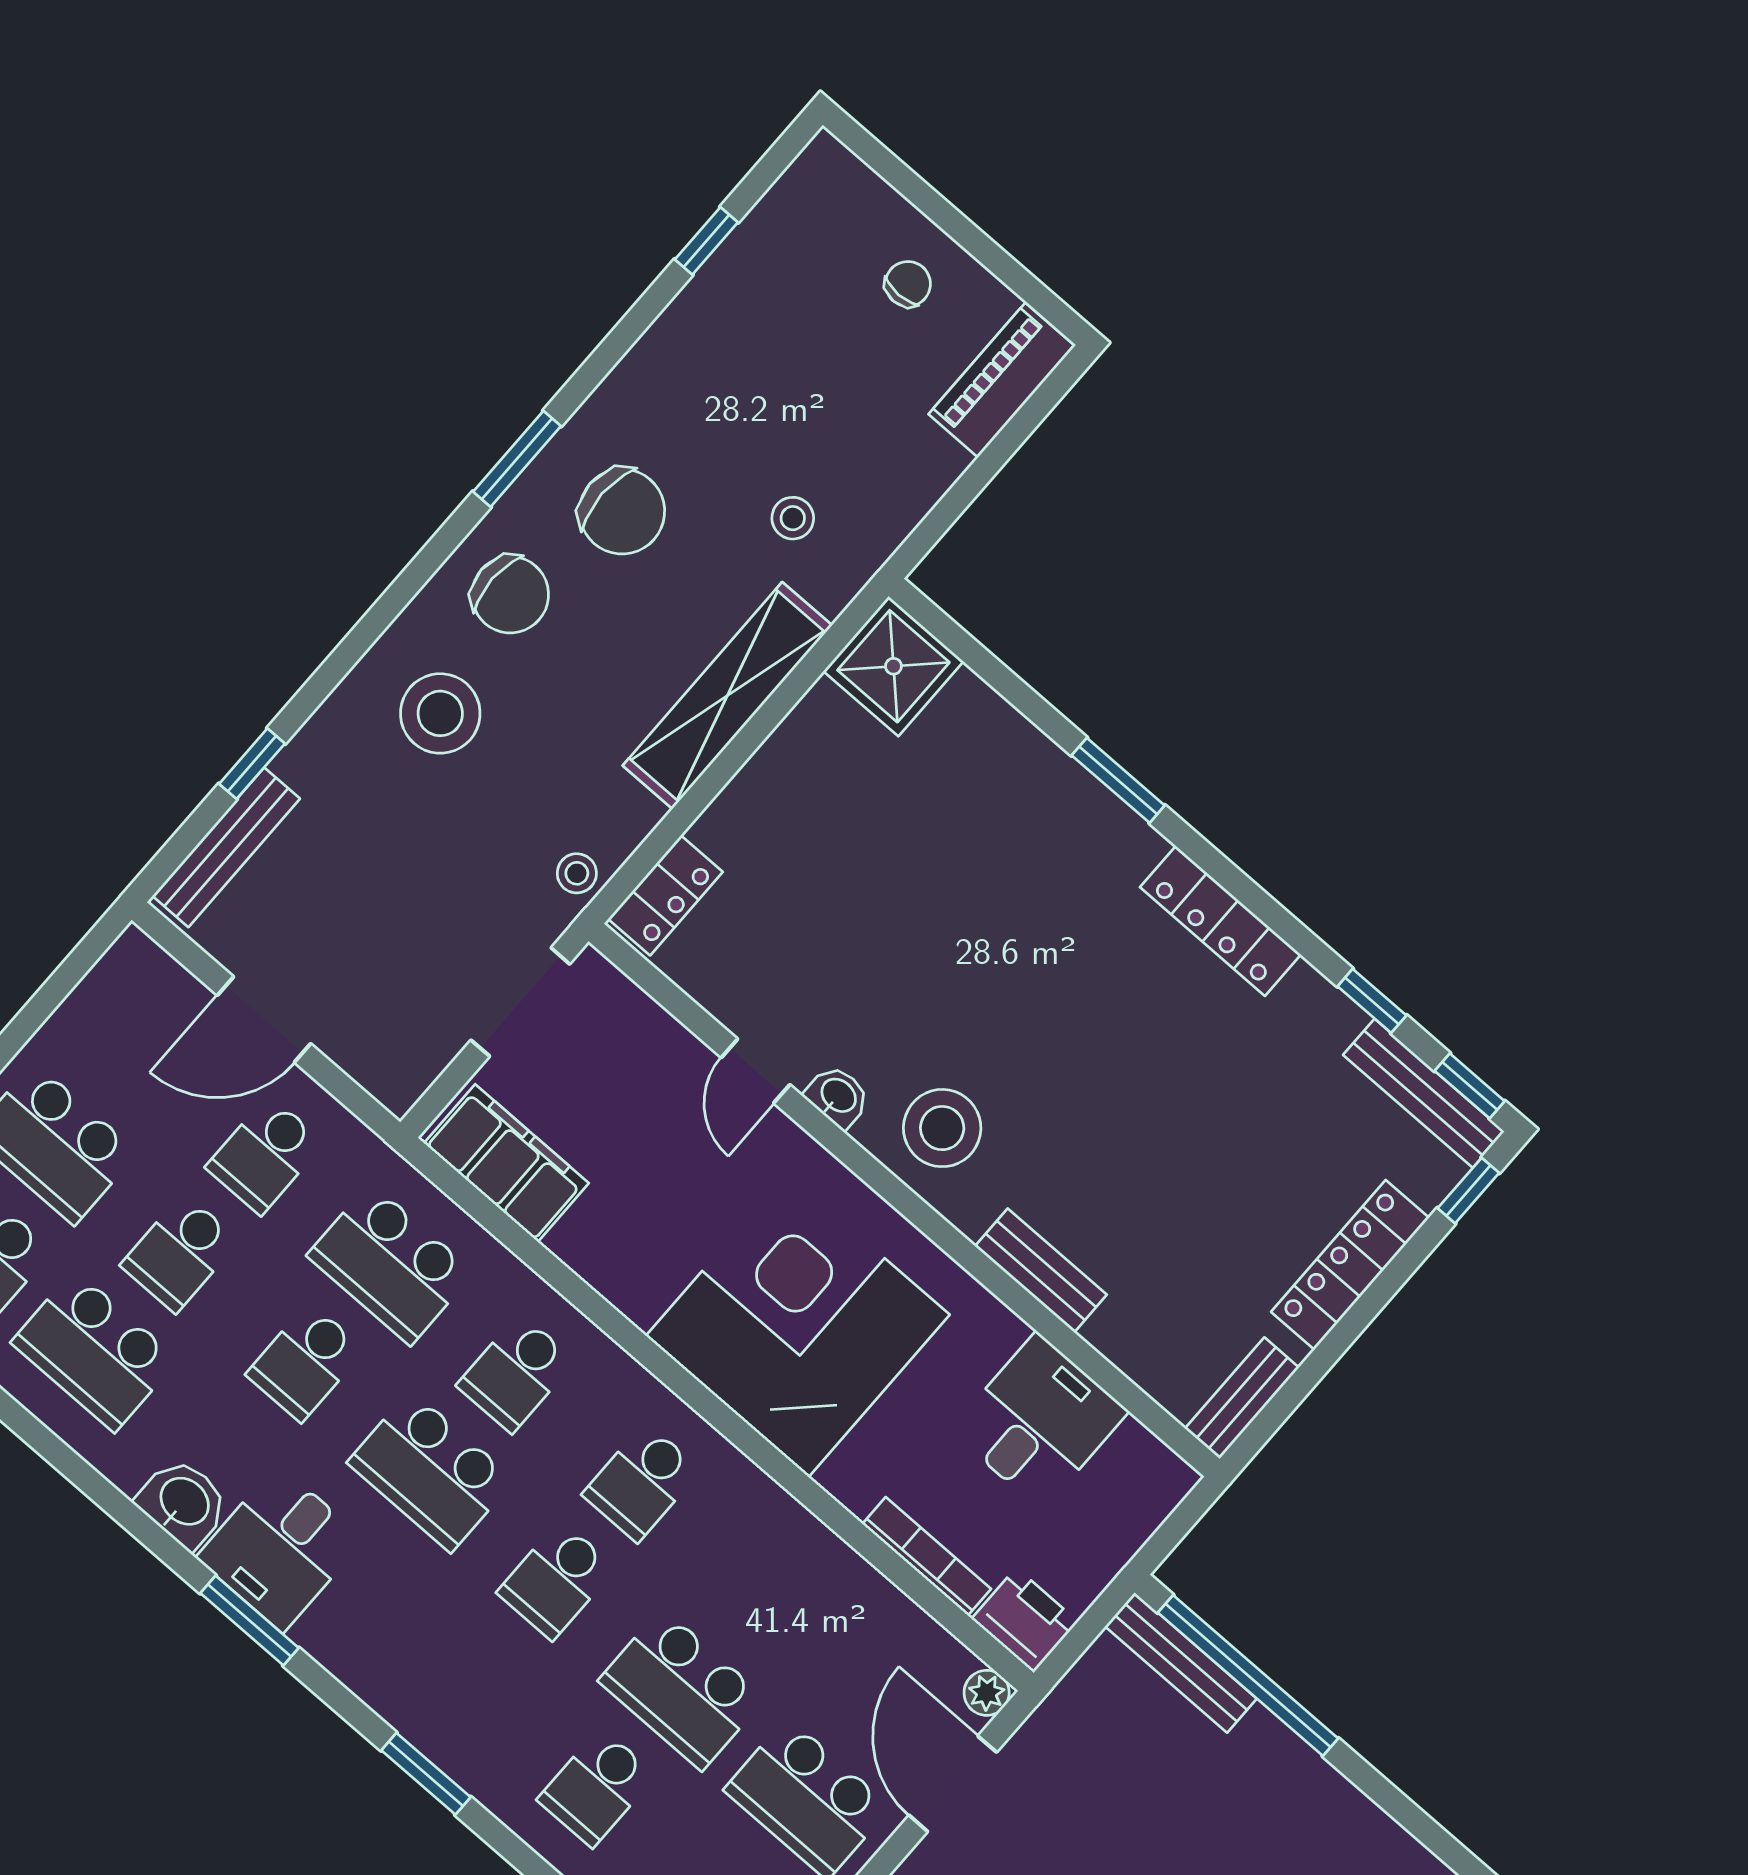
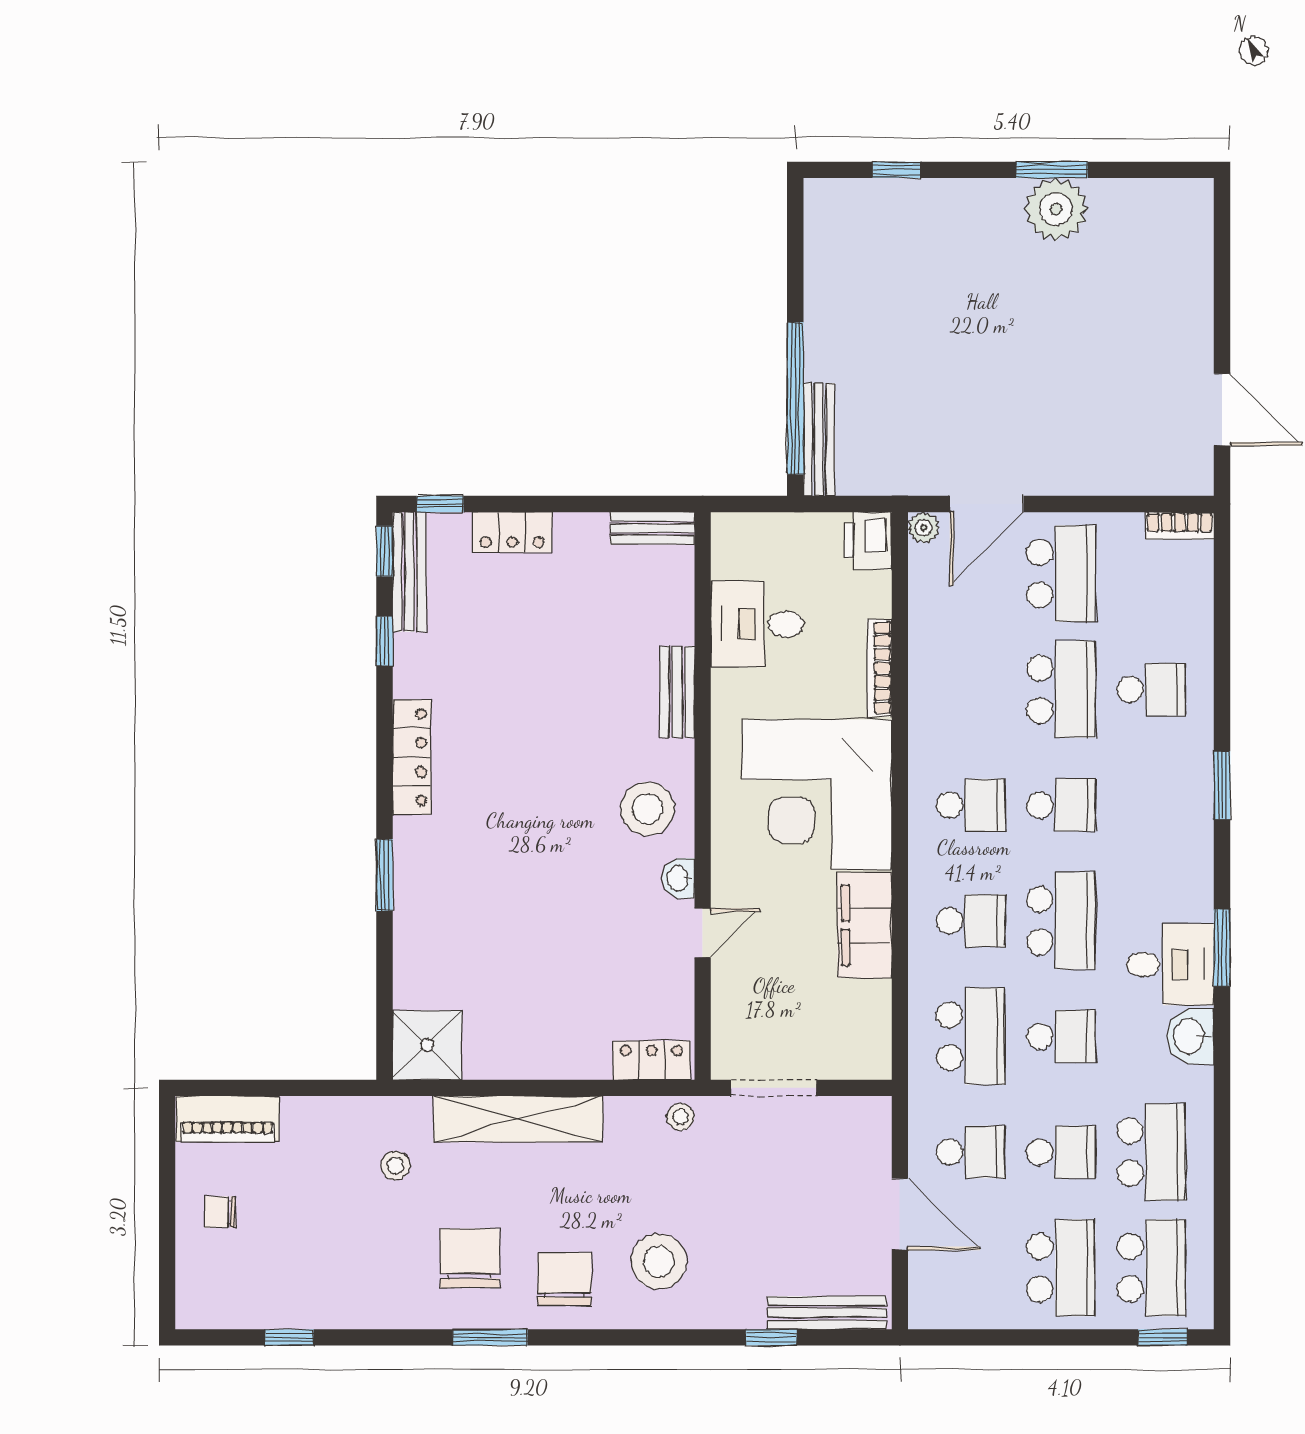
filing cabinet: (506, 1163) -> (865, 925), moved
locker: (1350, 1265) -> (512, 532), width x0.66
bookcase: (927, 1556) -> (879, 668), moved

